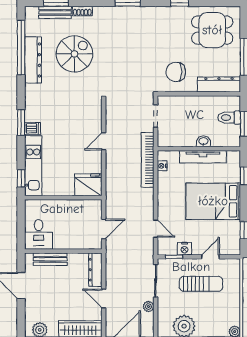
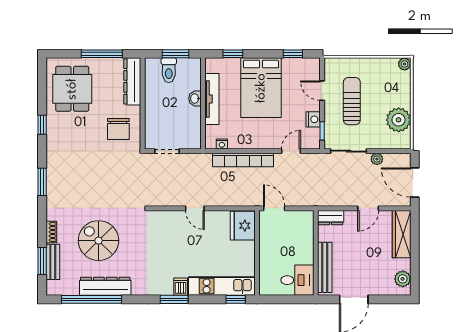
bookcase: (148, 160) -> (243, 160), moved
door: (104, 229) -> (274, 208), moved
bench: (50, 259) -> (325, 267), width x1.36
dresser: (95, 270) -> (331, 218), width x0.70

